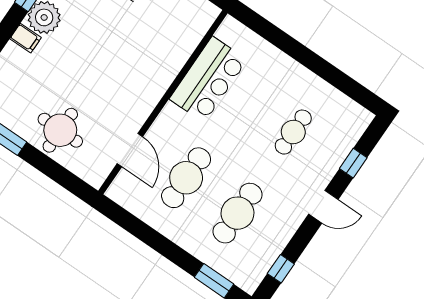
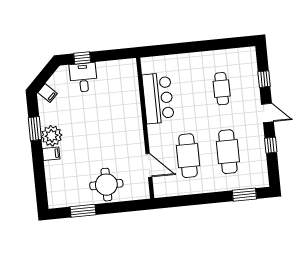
door: (323, 207) -> (267, 113), hinge flipped
window: (281, 269) -> (271, 145), moved

